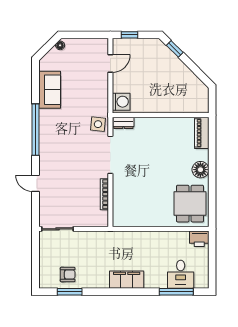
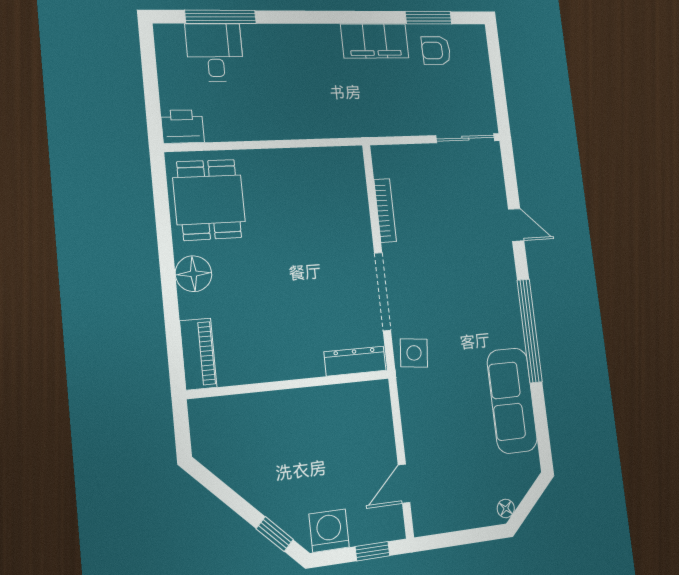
sofa: (50, 90) -> (512, 400), width x1.36
washing machine: (121, 102) -> (329, 531), moved, turned 90
dresser: (123, 123) -> (355, 361), width x1.44
filing cabinet: (127, 280) -> (375, 41), moved

